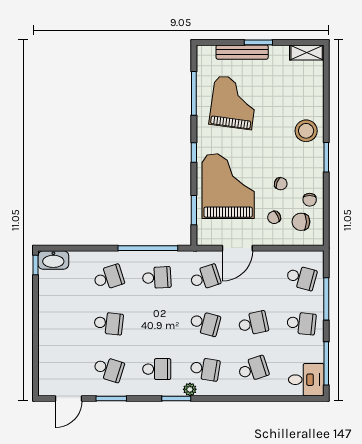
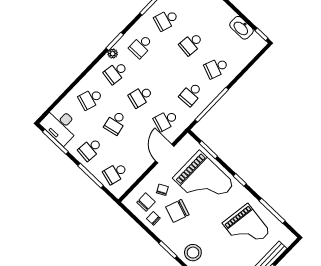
chair: (281, 184) -> (177, 211), width x1.87, depth x1.87
washbasin: (53, 260) -> (241, 28), moved, turned -90
school desk: (109, 278) -> (216, 68), turned 39
school desk: (205, 278) -> (166, 120), turned 36
school desk: (253, 369) -> (91, 99), turned 36
desk: (306, 380) -> (60, 125), width x1.37

